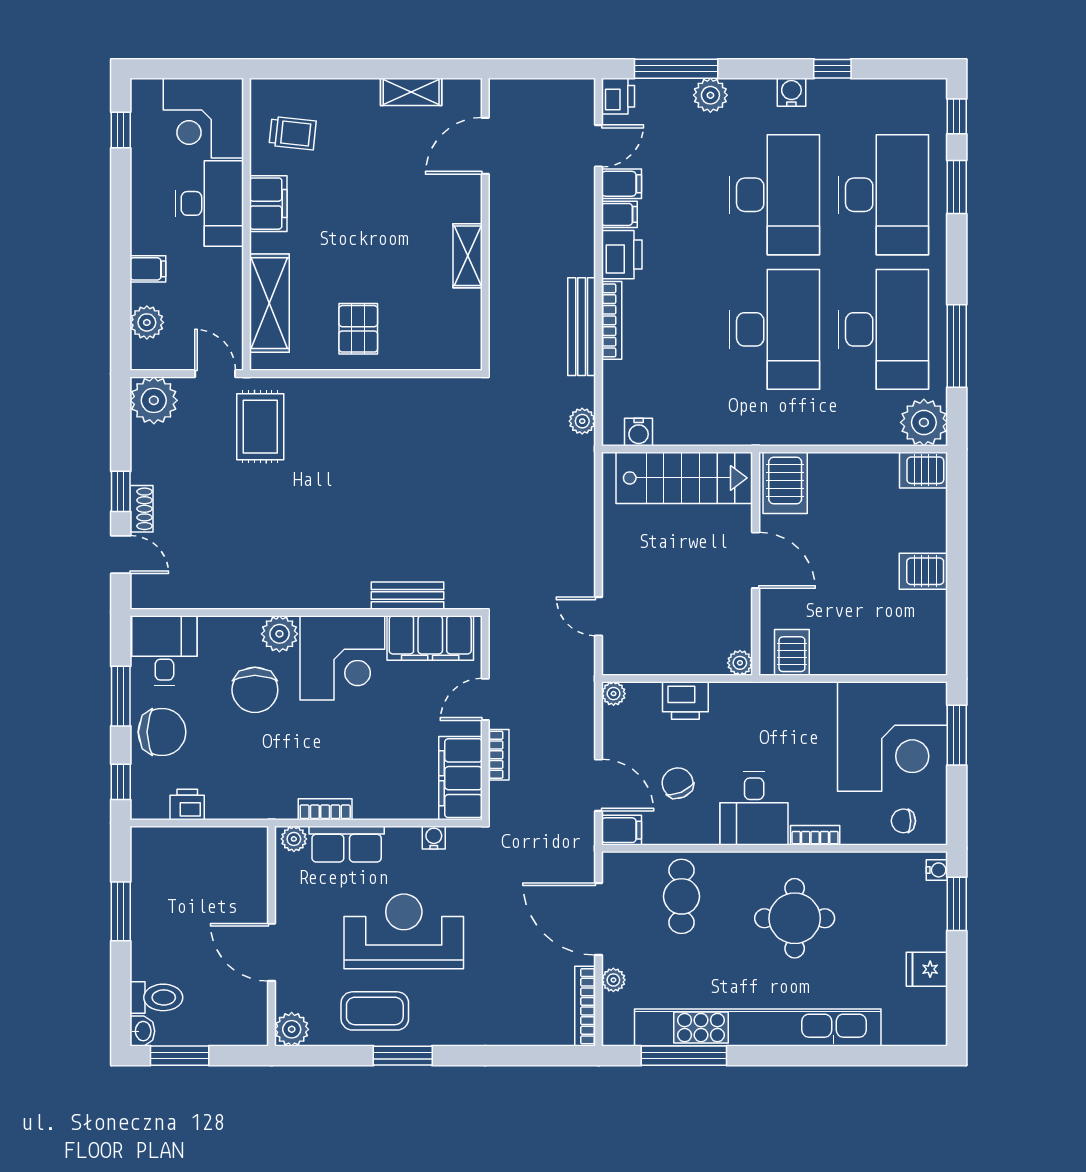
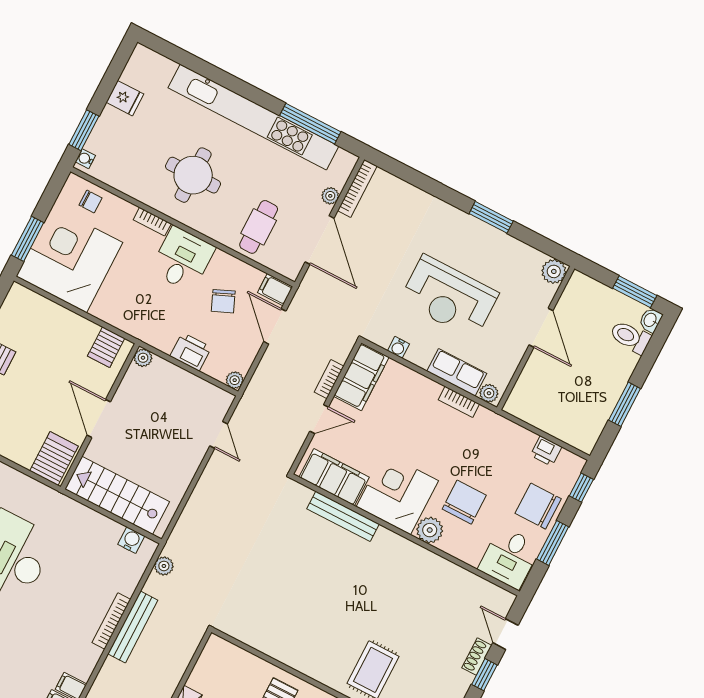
printer: (622, 255) -> (83, 660), removed
bench: (408, 596) -> (343, 516), width x1.36
coffee table: (375, 1011) -> (494, 255), removed

